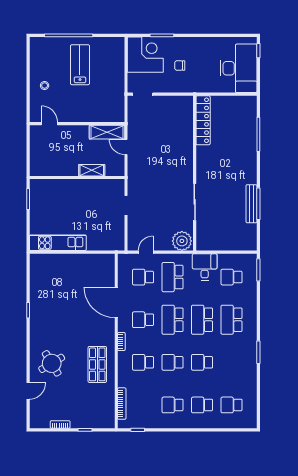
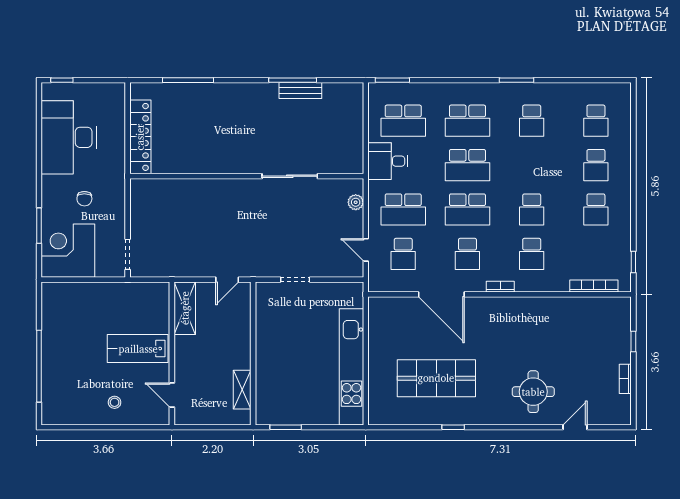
lab bench: (80, 65) -> (138, 349), moved
desk: (239, 68) -> (69, 137), moved, turned -90
locker: (203, 120) -> (140, 137), moved, turned 90
door: (49, 124) -> (172, 395), hinge flipped
door: (126, 147) -> (227, 280), moved
shelving: (92, 170) -> (242, 390), moved
bench: (251, 204) -> (300, 91), width x0.73
plant: (182, 241) -> (356, 202), width x0.53, depth x0.53
kitchen unit: (58, 243) -> (351, 367), width x1.36
school desk: (231, 277) -> (403, 121), width x1.85
door: (116, 302) -> (441, 294), hinge flipped
school desk: (202, 362) -> (532, 121), moved
round table: (52, 363) -> (533, 392), turned 31
shop shelf: (97, 364) -> (436, 378), moved, width x1.43, depth x1.36
door: (28, 391) -> (575, 427), hinge flipped

